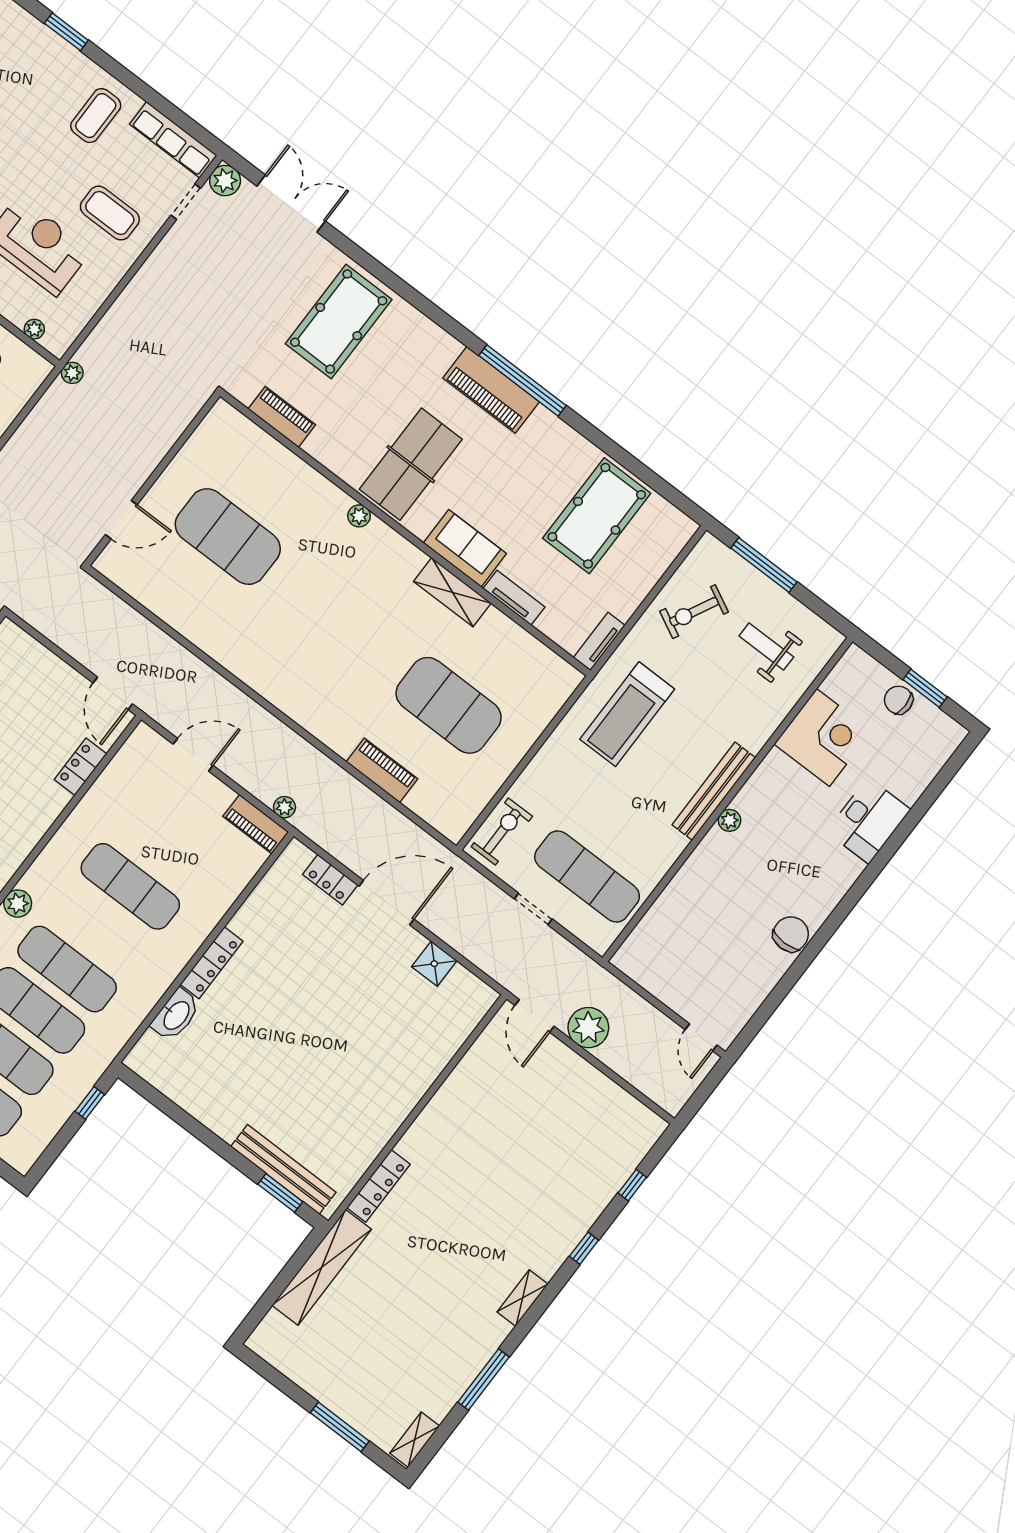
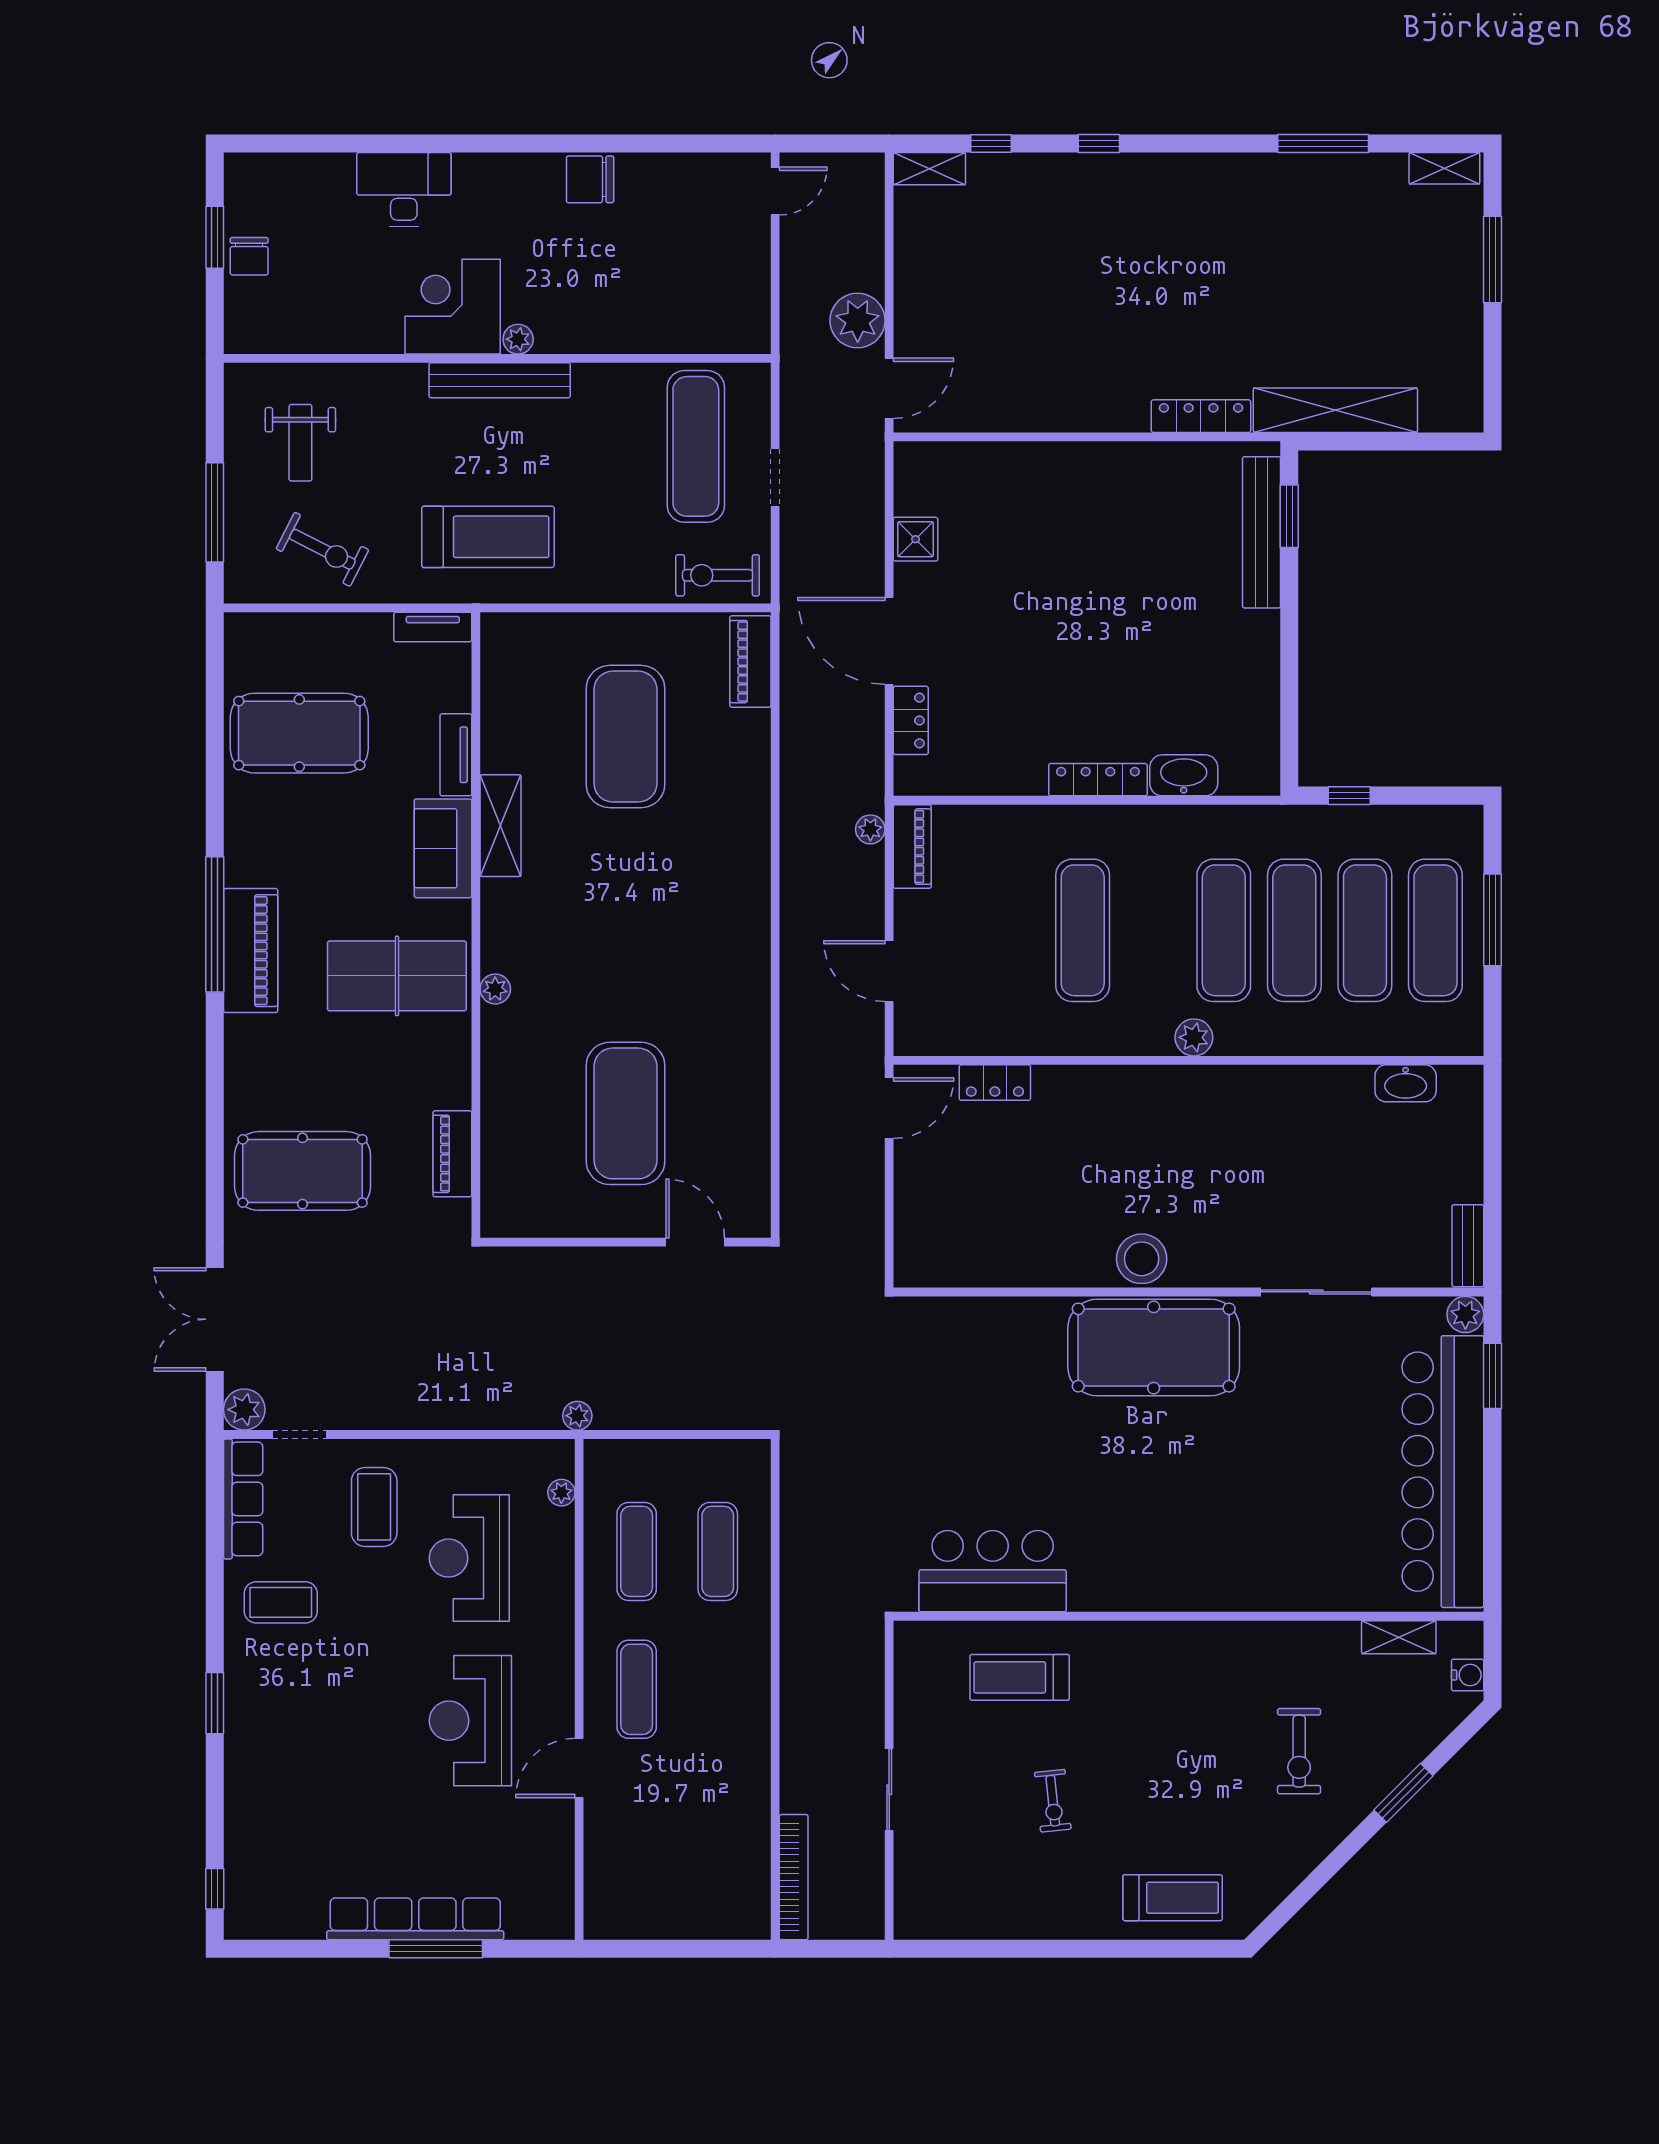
corner desk: (823, 738) -> (453, 307), moved
piano: (382, 770) -> (750, 662), moved
shelving: (523, 1298) -> (929, 169), moved

